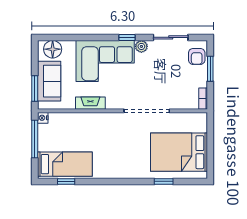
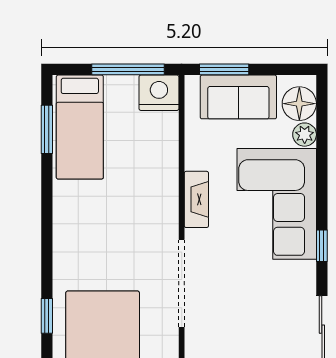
plant: (141, 46) -> (305, 135), moved
fireplace: (90, 103) -> (196, 199), moved
nightstand: (43, 118) -> (159, 93), width x1.89, depth x1.79
window: (66, 181) -> (47, 129), width x1.50

